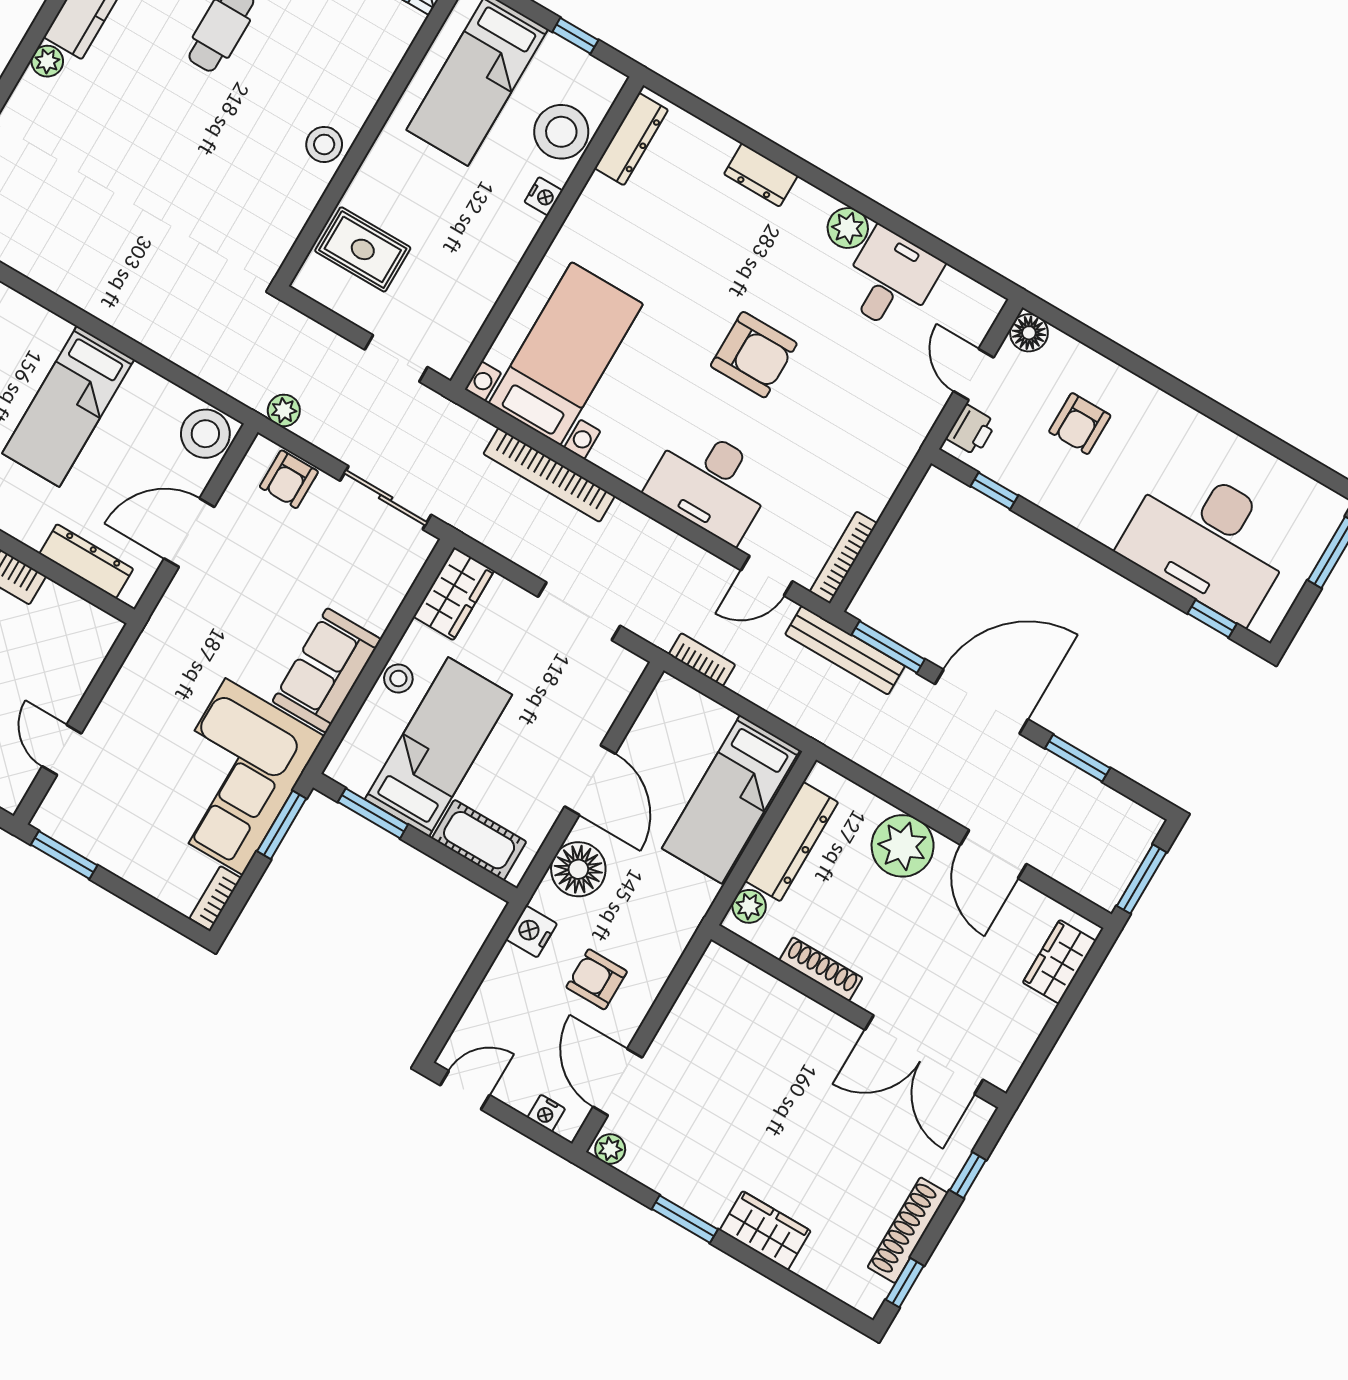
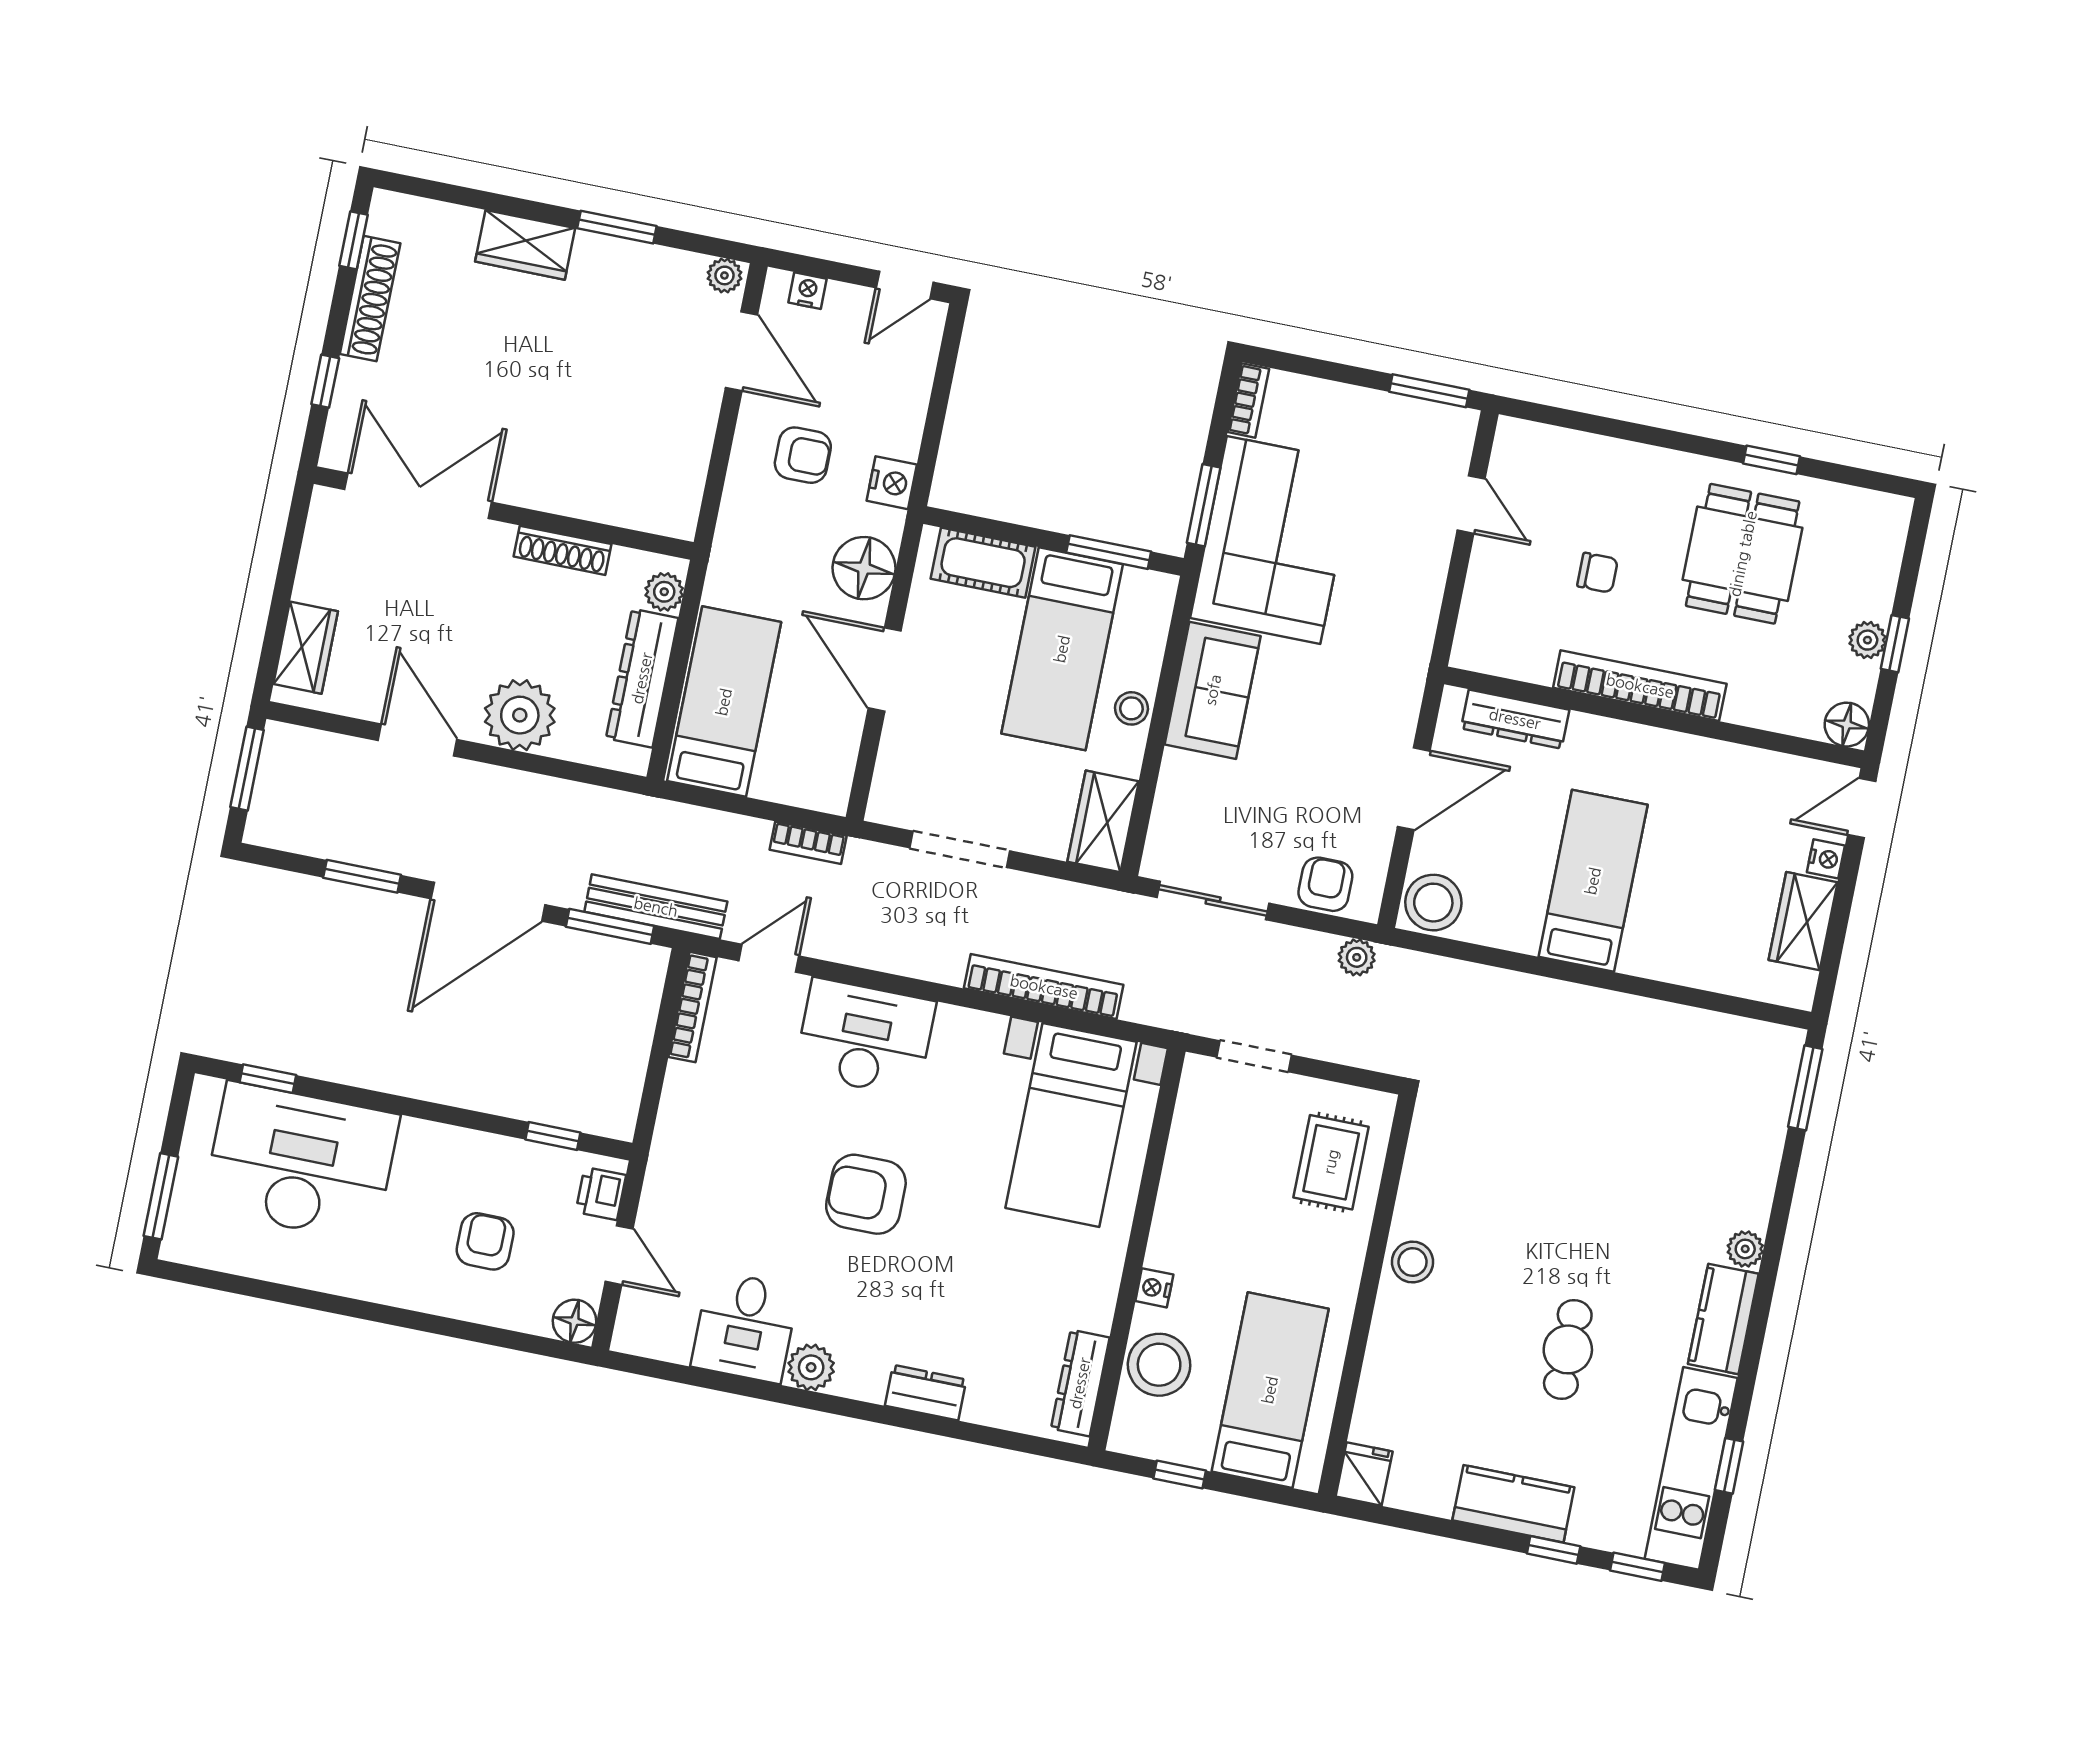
rug: (363, 249) -> (1331, 1162), turned 90

